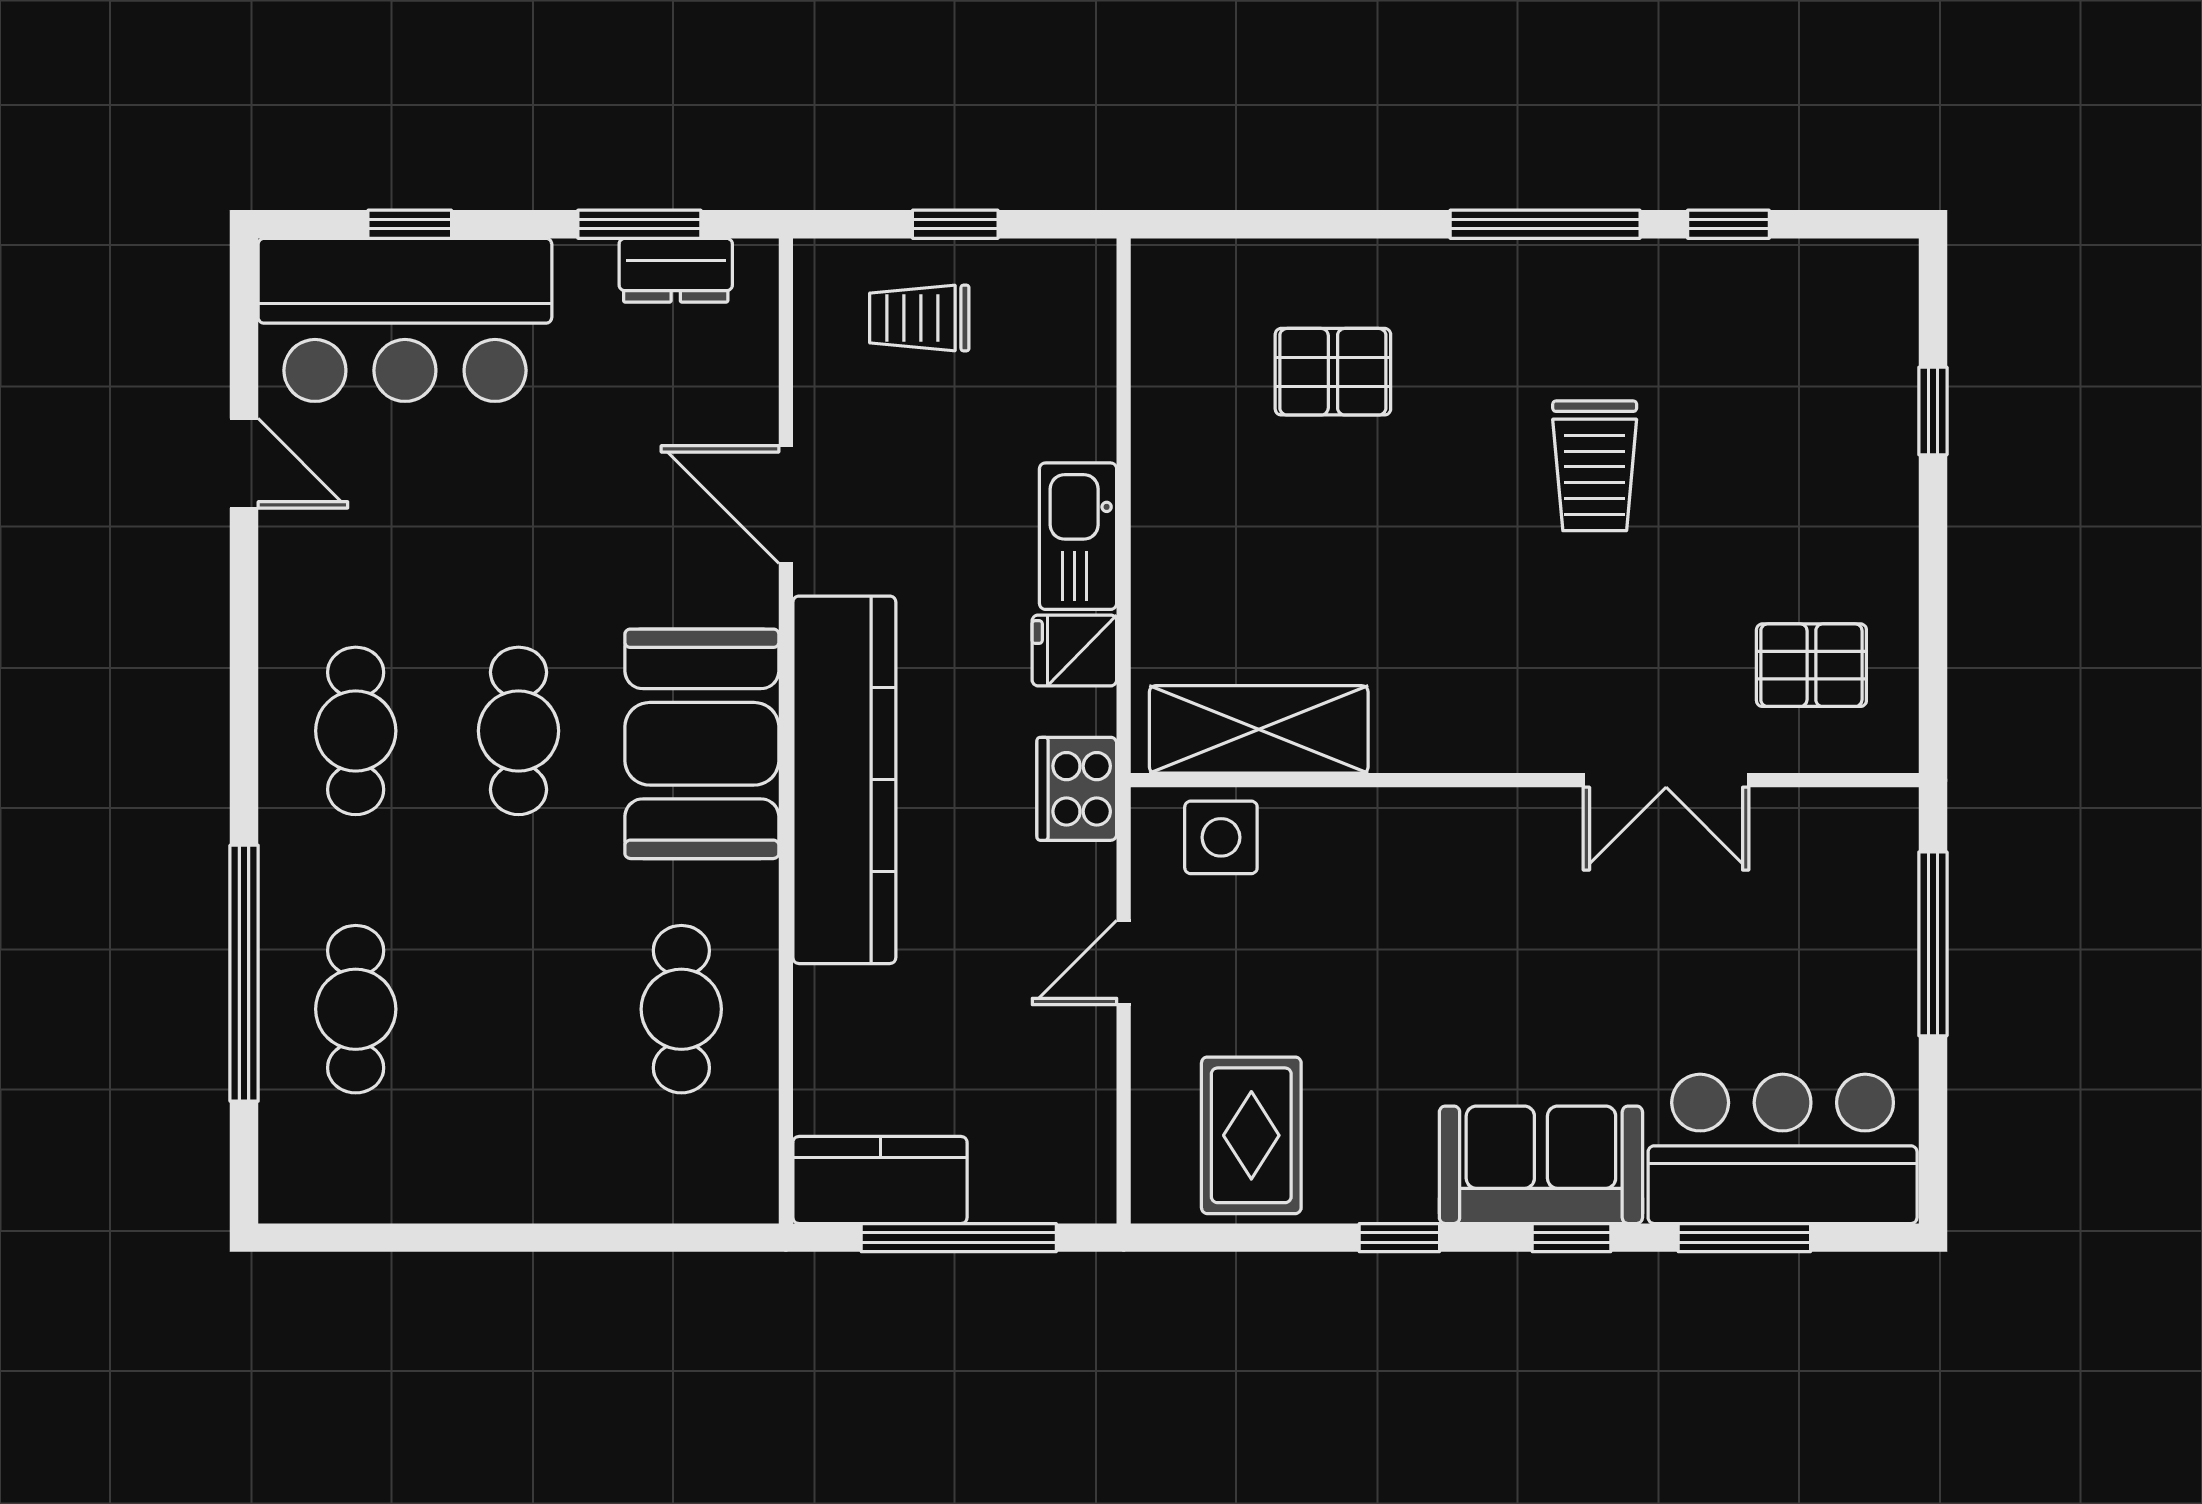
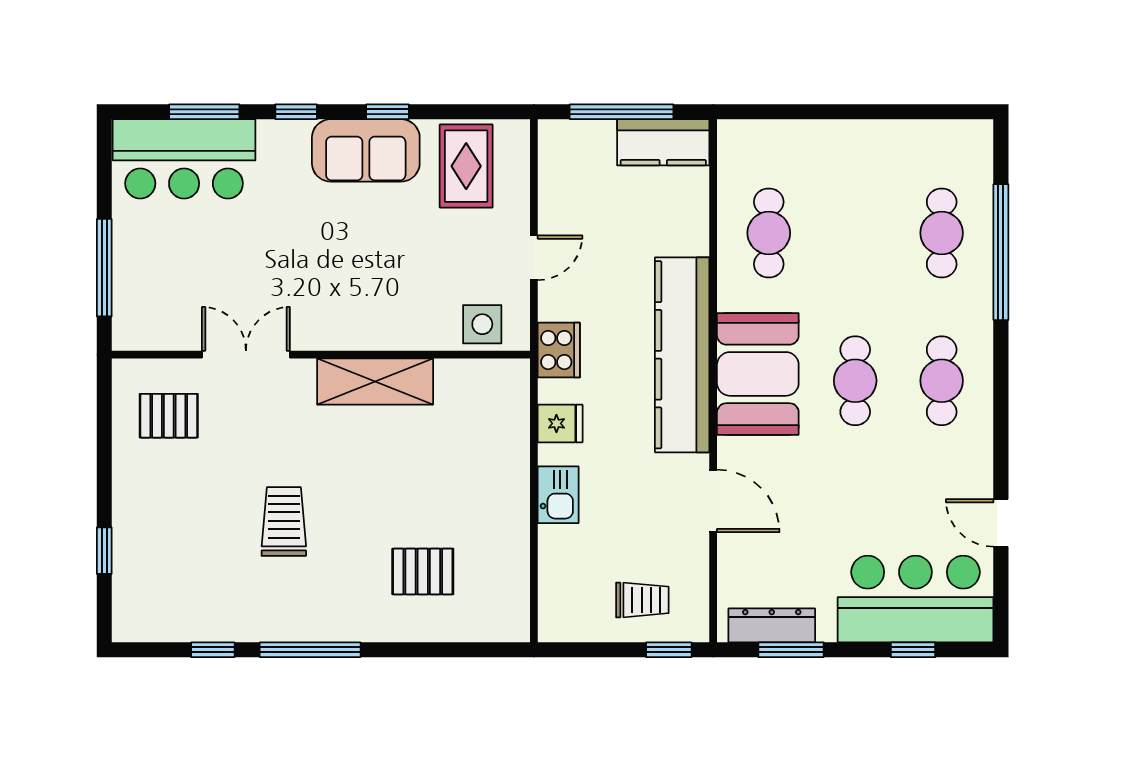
window: (955, 224) -> (669, 650), moved
dresser: (676, 270) -> (772, 625), width x1.44
kitchen sink: (1078, 536) -> (558, 495), width x0.73
shelving: (1259, 729) -> (375, 382), moved
sofa: (1541, 1165) -> (366, 150), moved

